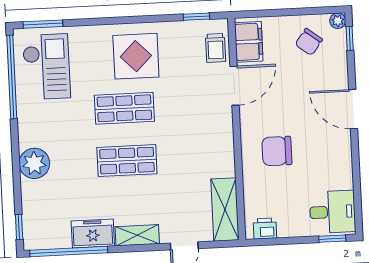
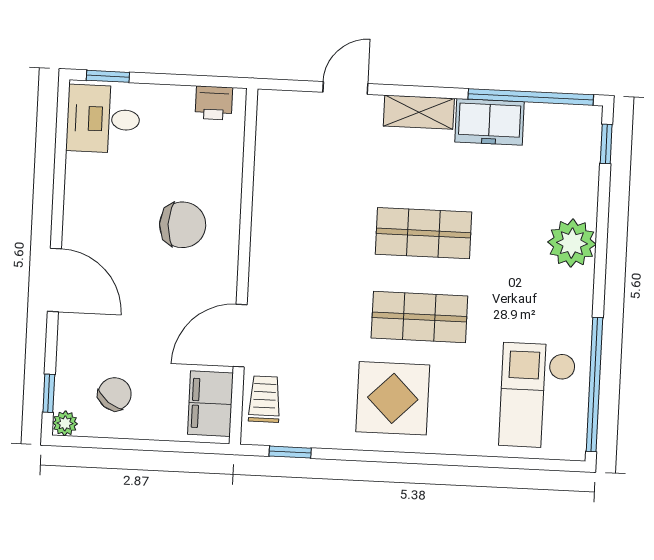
window: (43, 24) -> (536, 464), removed
shelving: (225, 209) -> (275, 140), removed

